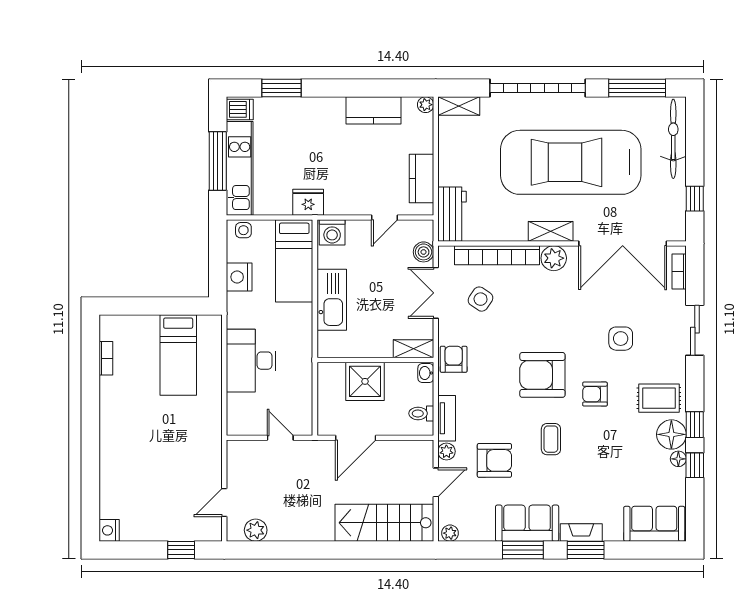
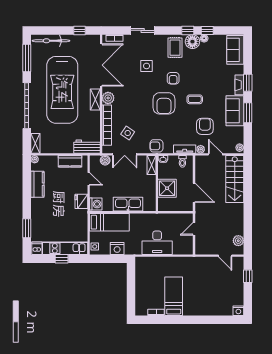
window: (218, 161) -> (62, 259), width x0.46
fridge: (308, 202) -> (81, 201), moved
bed: (178, 355) -> (174, 296), moved, turned -90

